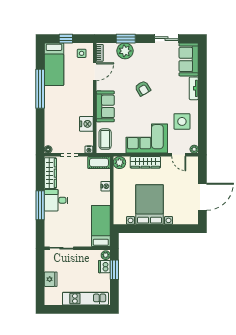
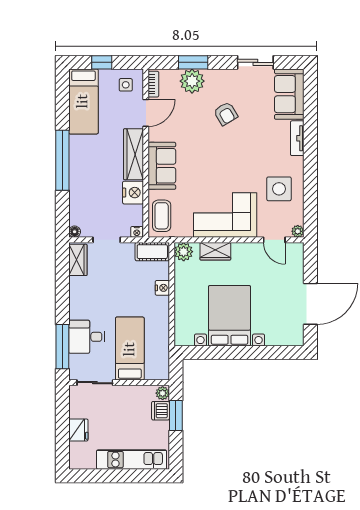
armchair: (143, 88) -> (226, 114), moved
window: (40, 89) -> (62, 160), moved
wardrobe: (87, 99) -> (133, 154), added
wardrobe: (145, 162) -> (215, 251), width x0.67
wardrobe: (50, 173) -> (78, 260), width x0.67
desk: (56, 200) -> (87, 337), moved
window: (40, 205) -> (62, 347), moved
bed: (101, 226) -> (130, 349), moved

